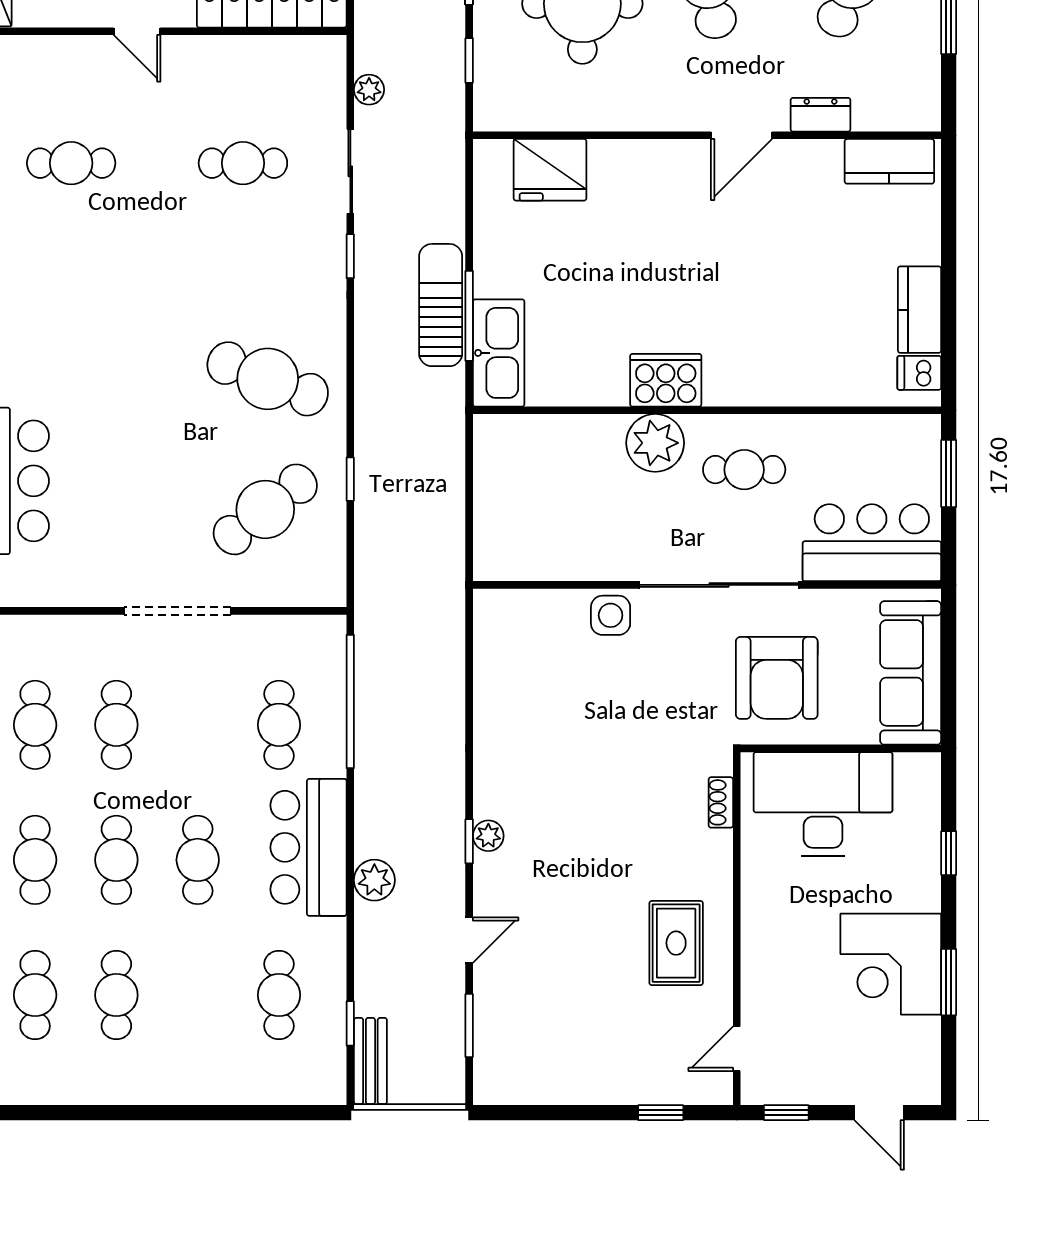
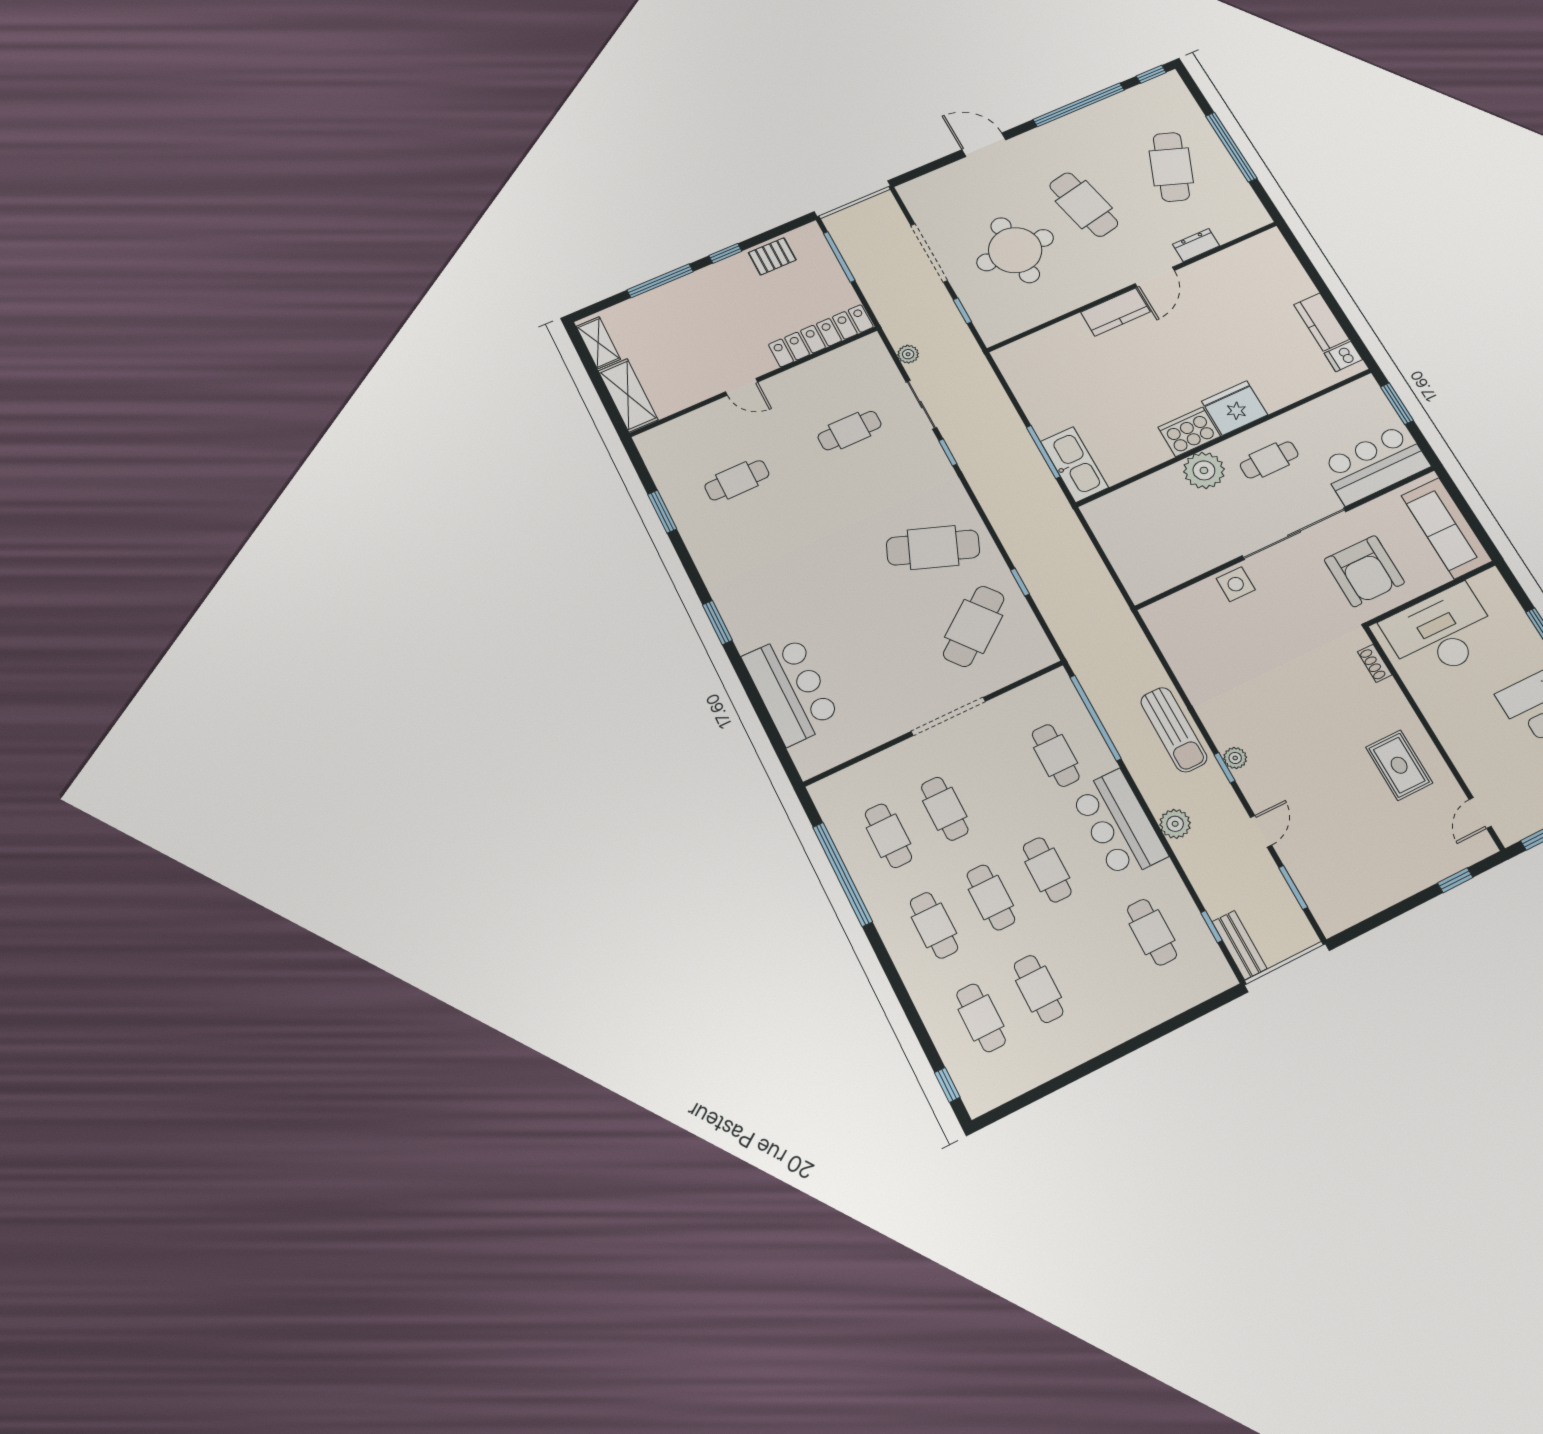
kitchen counter: (889, 161) -> (1115, 312), moved
fridge: (550, 170) -> (1235, 408), moved, turned 180
sun lounger: (441, 305) -> (1174, 730), moved, turned 180

